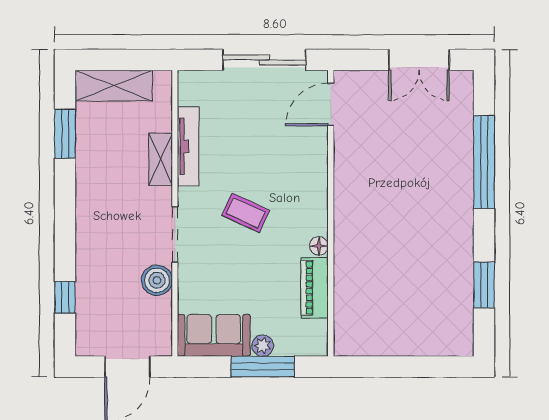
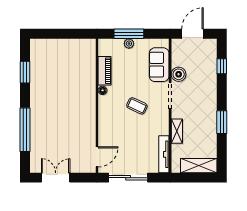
window: (65, 134) -> (222, 122), moved
tv unit: (188, 146) -> (164, 154), moved
sofa: (214, 335) -> (159, 65), moved, turned 90

